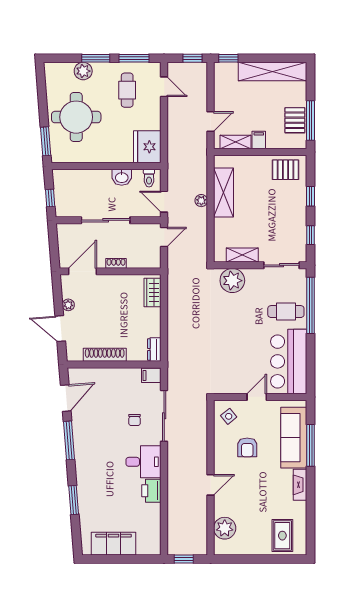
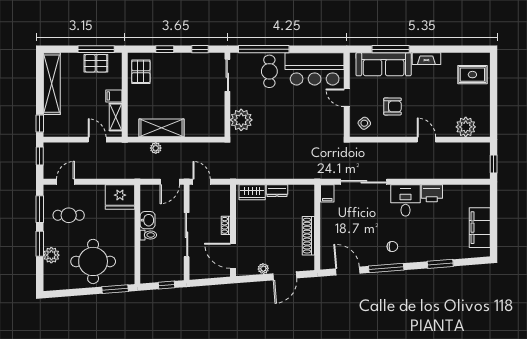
toilet: (149, 178) -> (148, 235), moved
plant: (201, 201) -> (156, 148), moved
shelving: (242, 255) -> (218, 111), removed
dresser: (154, 350) -> (277, 191), moved
chair: (134, 420) -> (392, 246), moved

